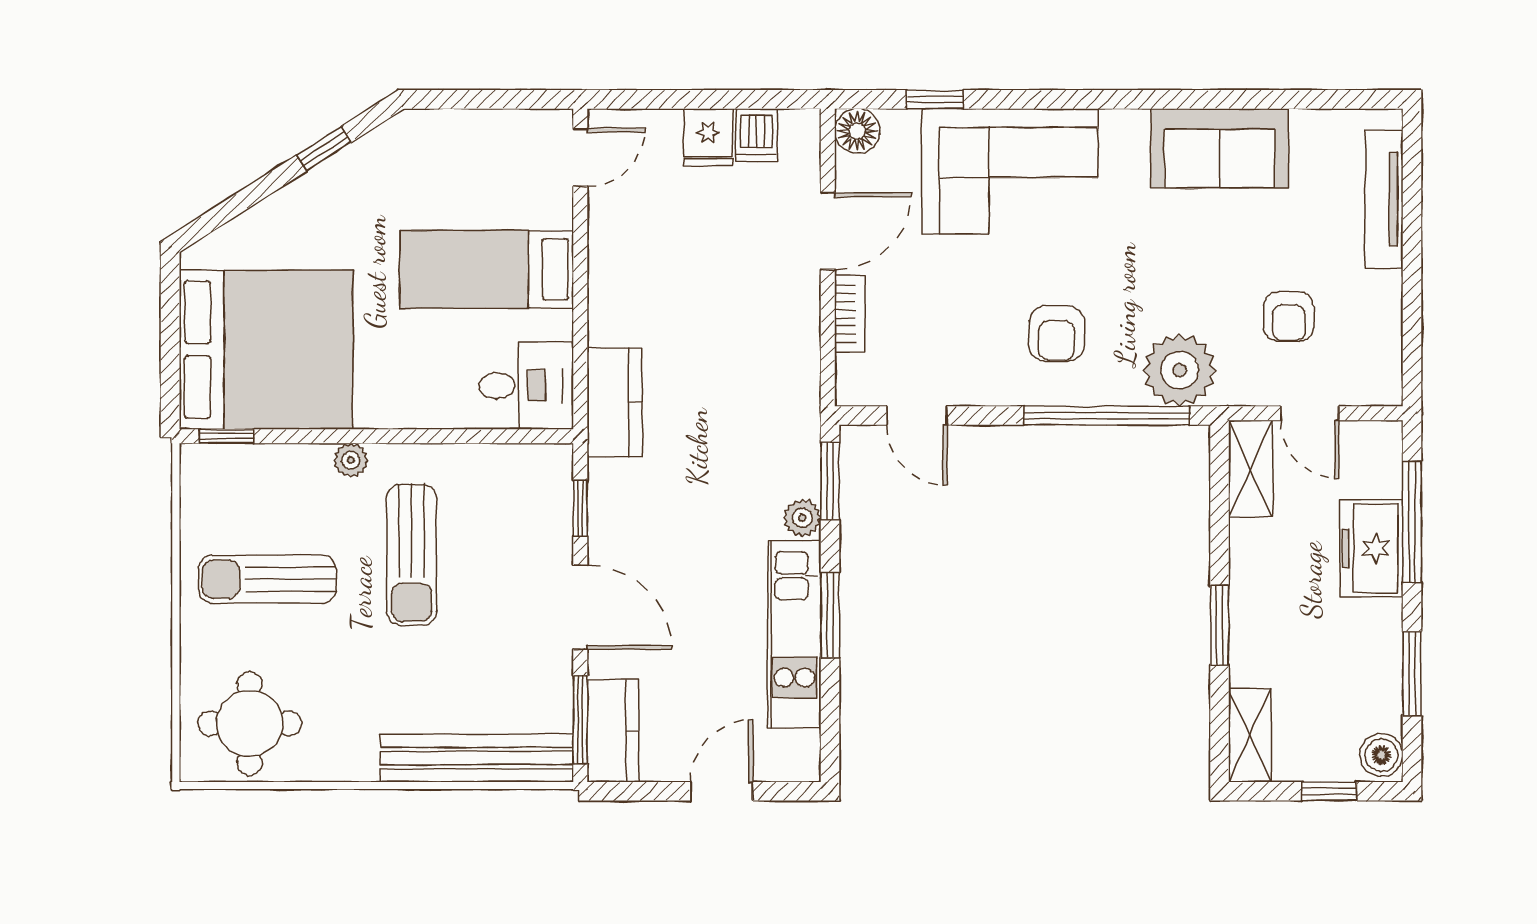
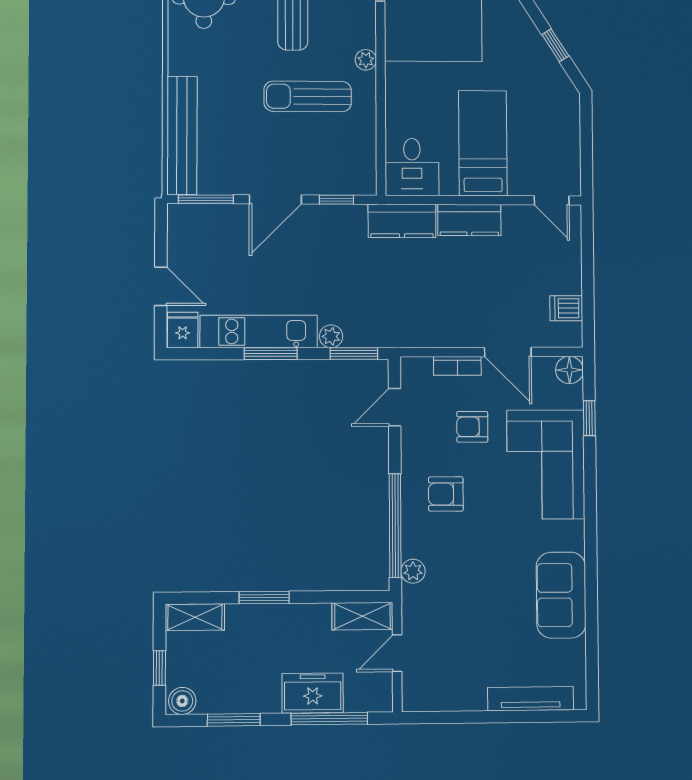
fridge: (708, 137) -> (183, 330), moved, turned 90
armchair: (1289, 317) -> (472, 427), moved
plant: (1180, 370) -> (413, 571), width x0.53, depth x0.53
kitchen counter: (613, 731) -> (469, 220), moved

